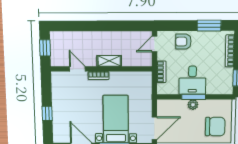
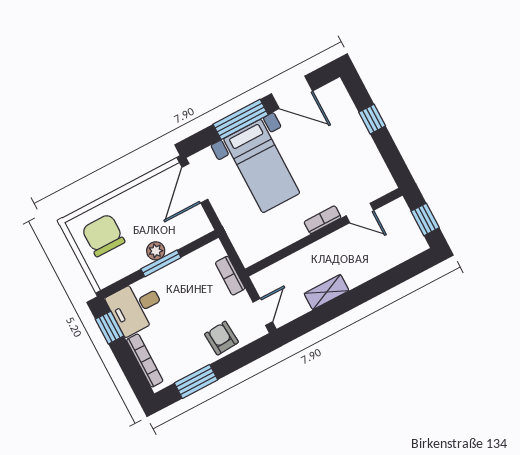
armchair: (183, 42) -> (221, 338), turned -94
shelving: (109, 61) -> (327, 292), moved
desk: (192, 80) -> (136, 307), moved, turned -90
chair: (215, 127) -> (103, 235), turned 90

